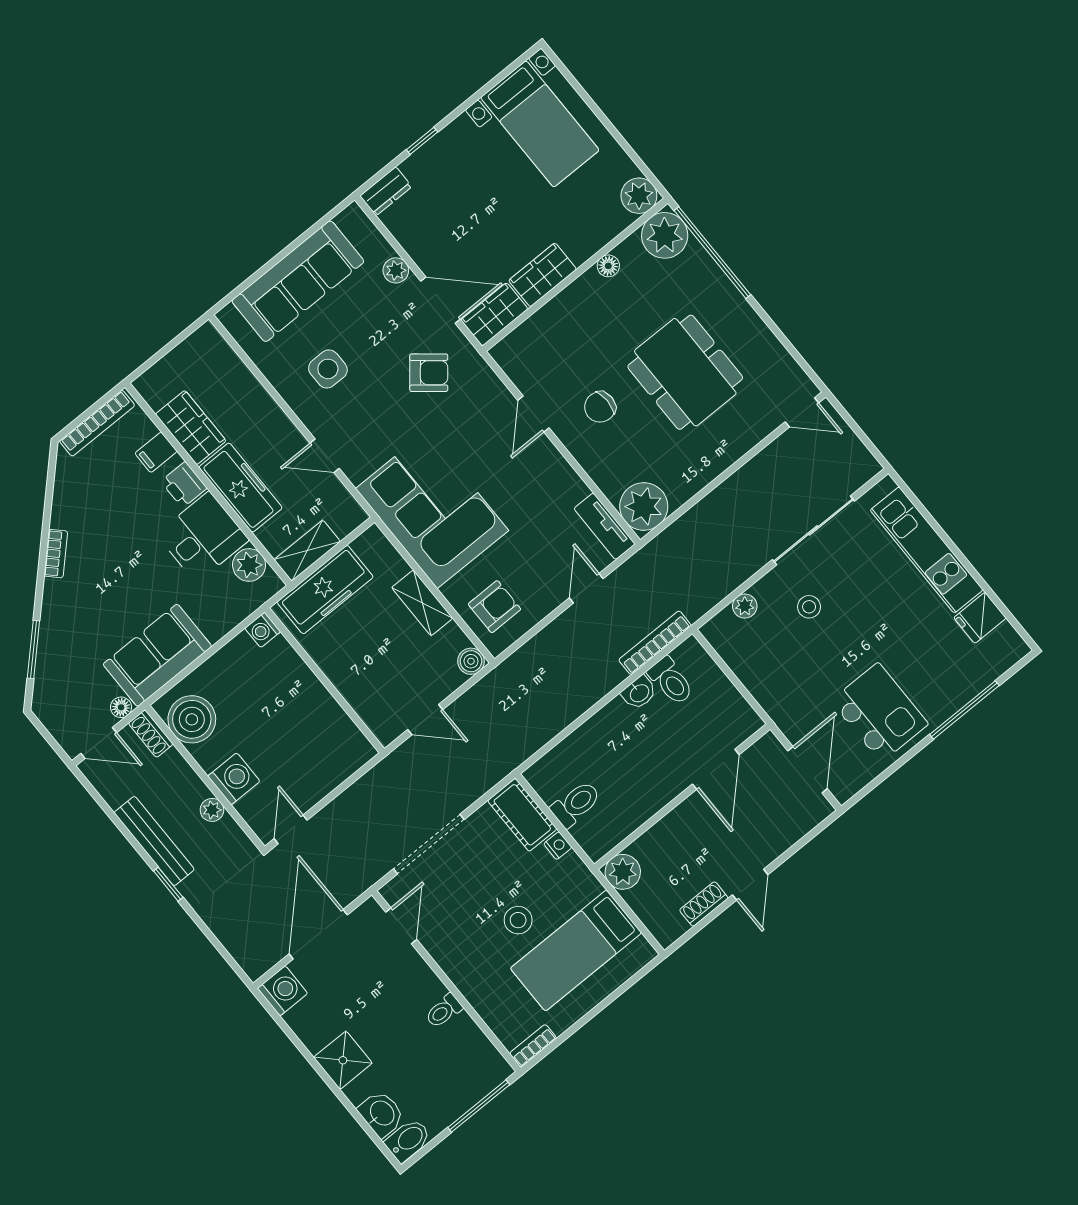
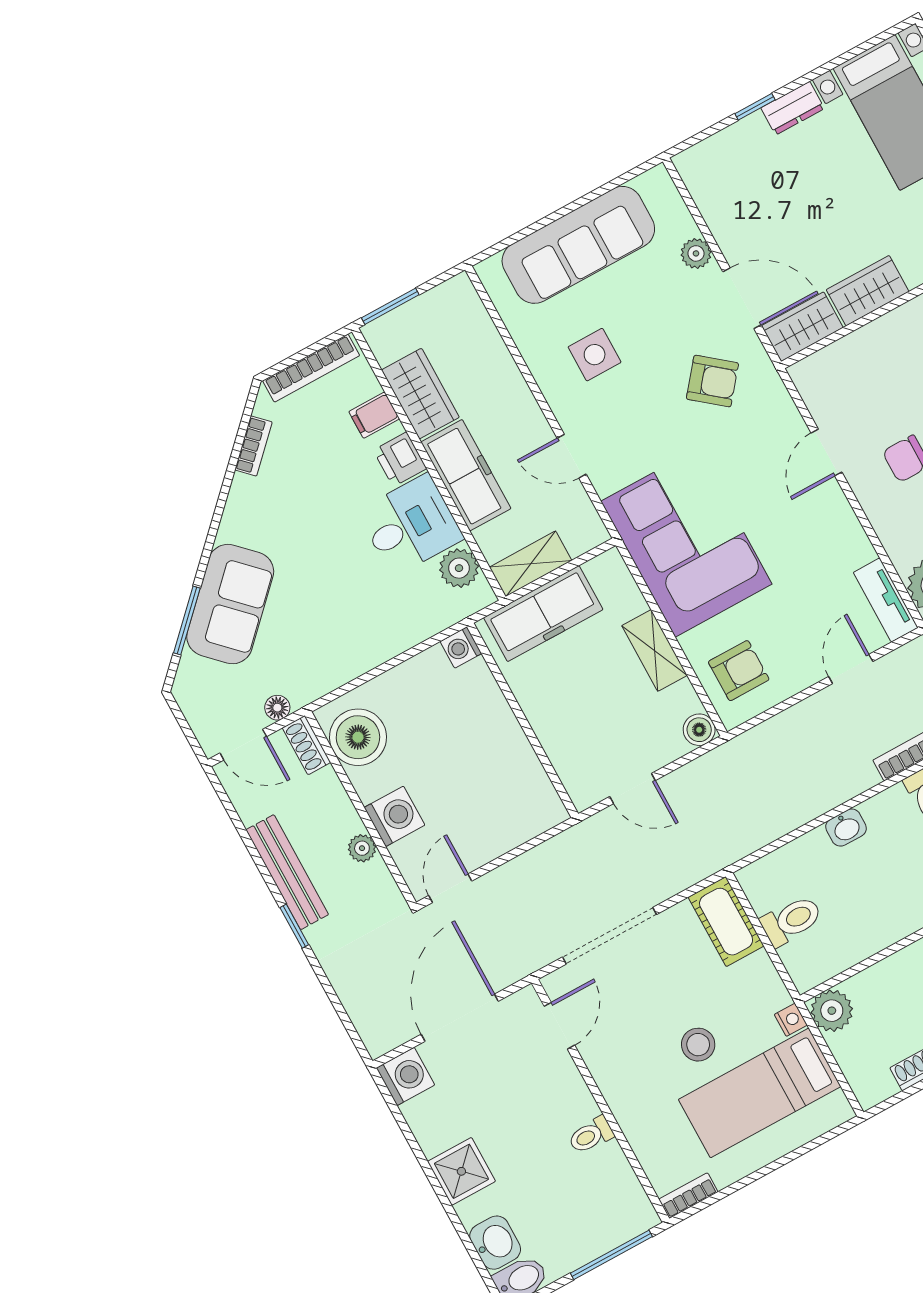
dresser: (386, 191) -> (793, 108), moved
window: (153, 360) -> (390, 306), added
bookcase: (56, 554) -> (254, 446), moved
sofa: (157, 655) -> (230, 604), moved, turned 135
washbasin: (639, 693) -> (846, 828), moved
nightstand: (558, 846) -> (791, 1020), moved

